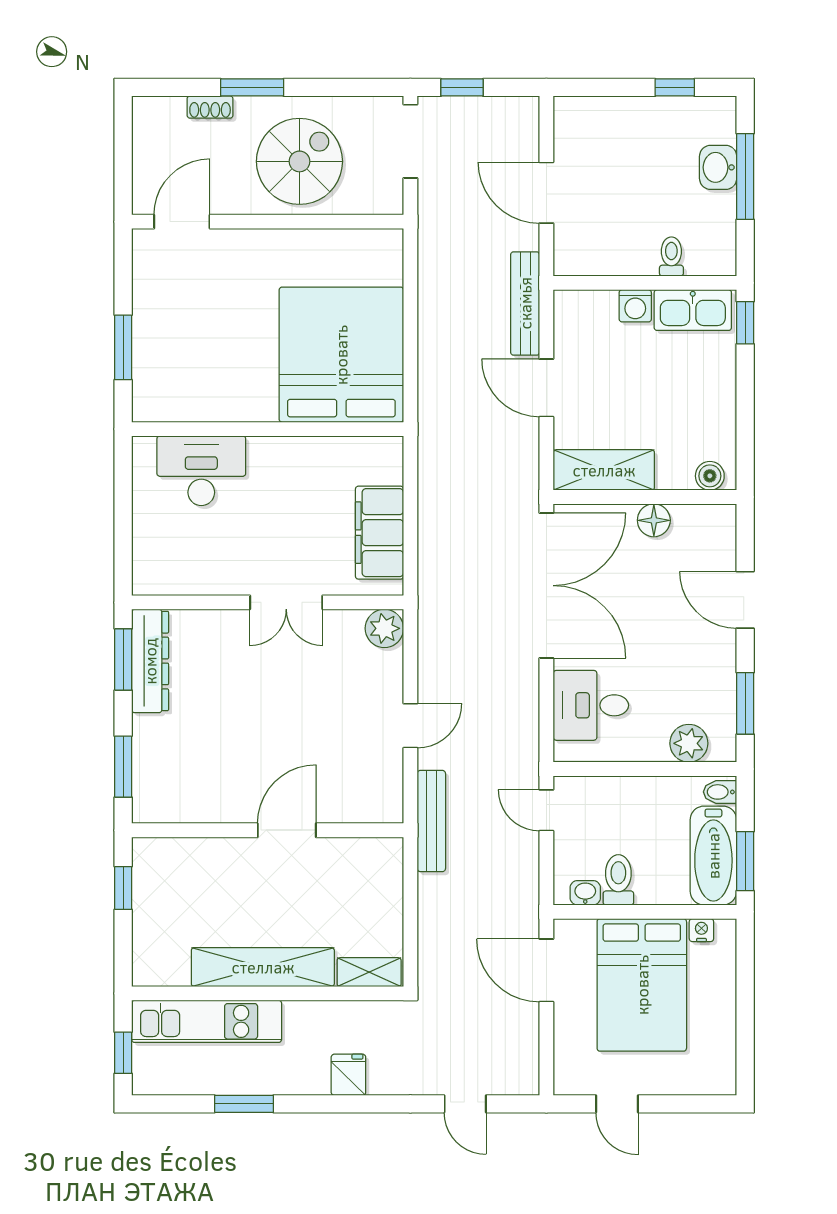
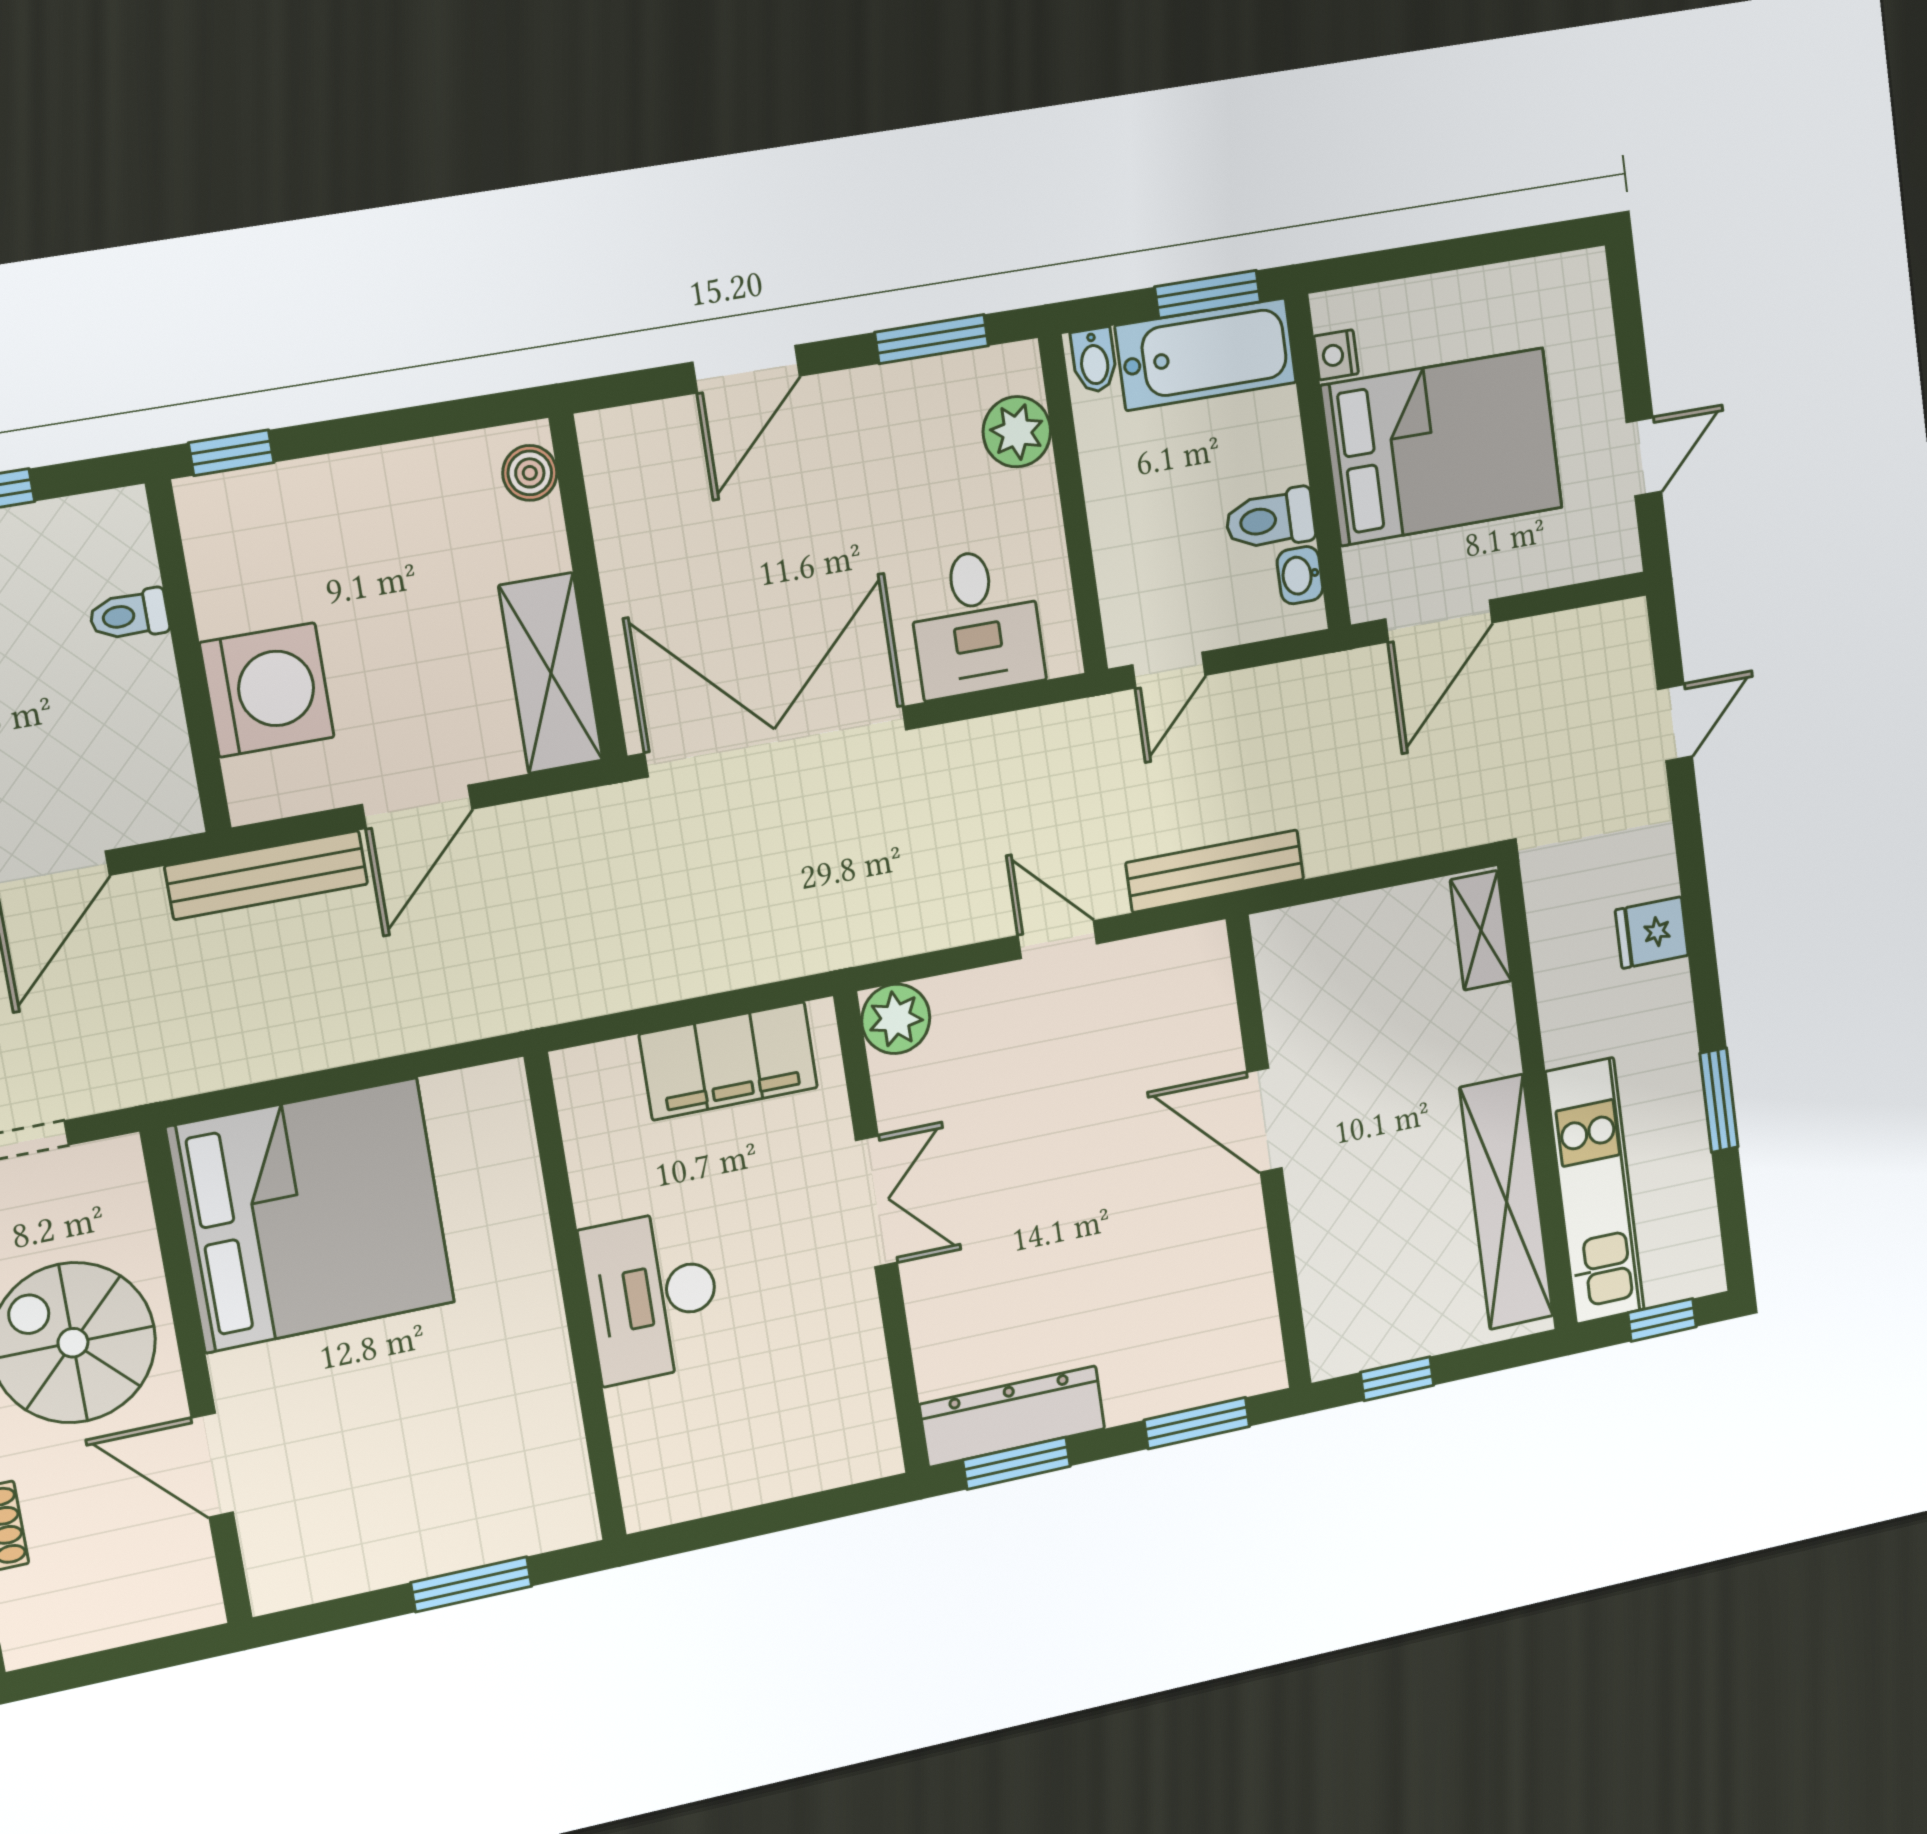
door: (182, 222) -> (212, 1465), moved
washing machine: (635, 306) -> (267, 690), width x1.89, depth x1.89
kitchen sink: (693, 310) -> (224, 557), removed
bed: (341, 355) -> (311, 1215), moved, turned 180
desk: (201, 471) -> (652, 1296), moved
floor lamp: (654, 520) -> (628, 564), removed
shelving: (263, 967) -> (1506, 1202), moved

